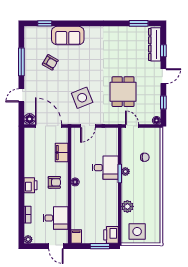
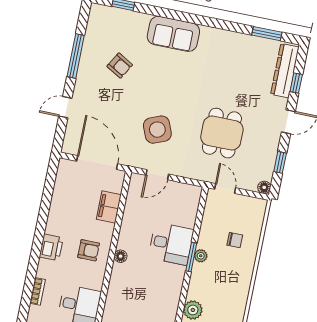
sofa: (68, 36) -> (173, 34), moved
floor lamp: (30, 119) -> (71, 146), removed

